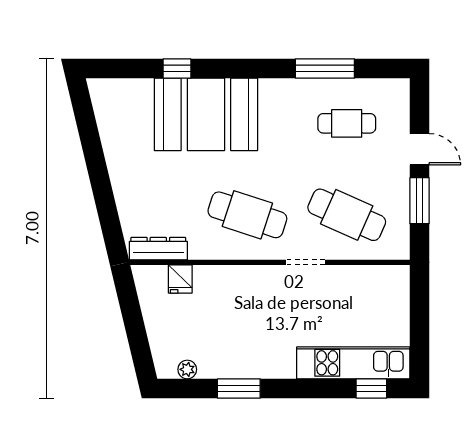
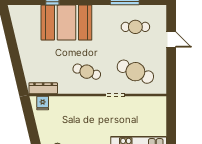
window: (420, 201) -> (171, 65), removed
cafe table: (247, 215) -> (87, 72), width x0.73, depth x0.74
fridge: (180, 279) -> (43, 103), moved

